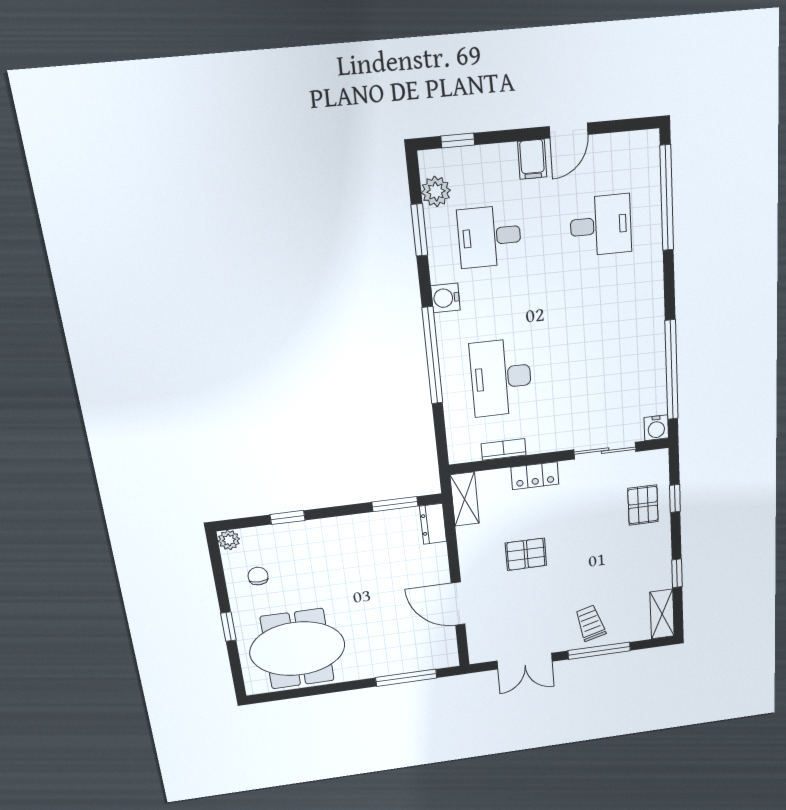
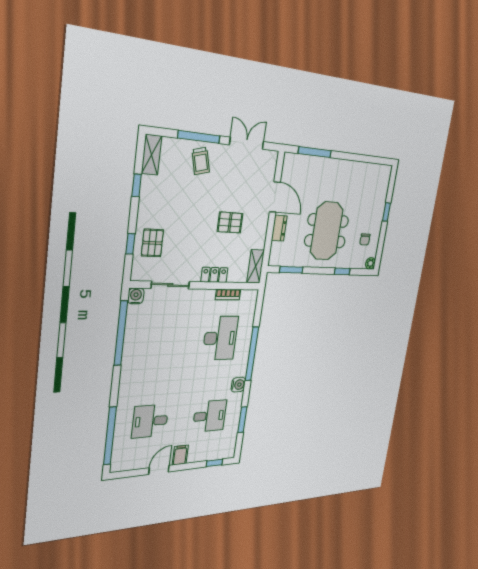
plant: (436, 191) -> (230, 438), removed
dresser: (433, 524) -> (279, 228), moved
meeting table: (297, 649) -> (327, 231), moved, turned 90

